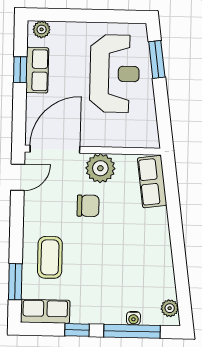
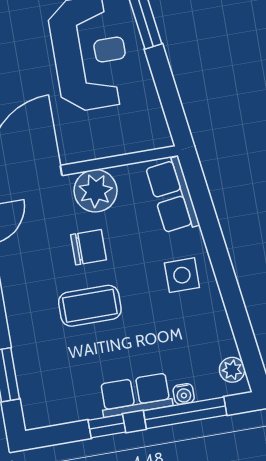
side table: (148, 237) -> (182, 275), added
coffee table: (50, 257) -> (90, 306), moved, turned 90
row of seats: (45, 311) -> (136, 395), moved

